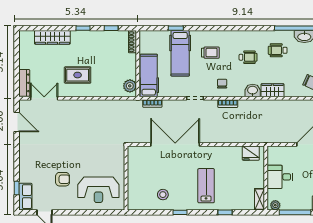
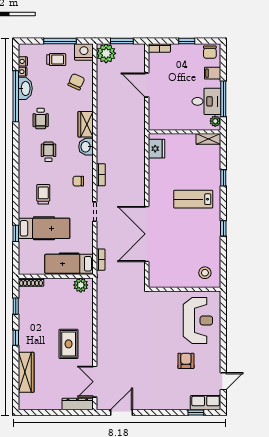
desk: (280, 177) -> (206, 101), moved, turned -90
stool: (163, 195) -> (205, 273), moved

